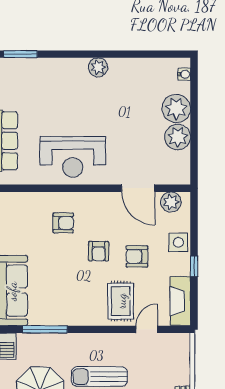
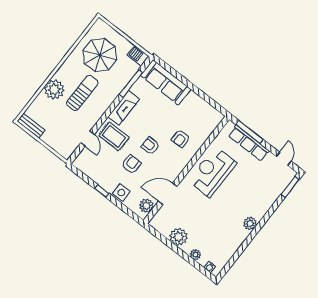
plant: (176, 108) -> (195, 255), width x0.53, depth x0.53
fireplace: (180, 301) -> (124, 108), moved, turned 90

